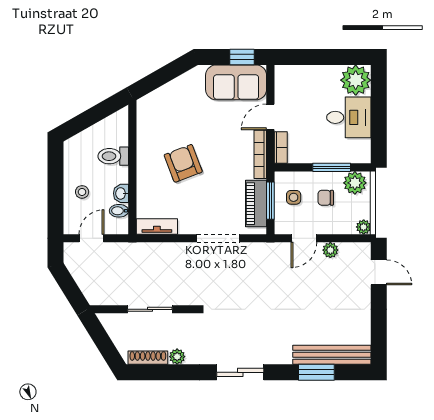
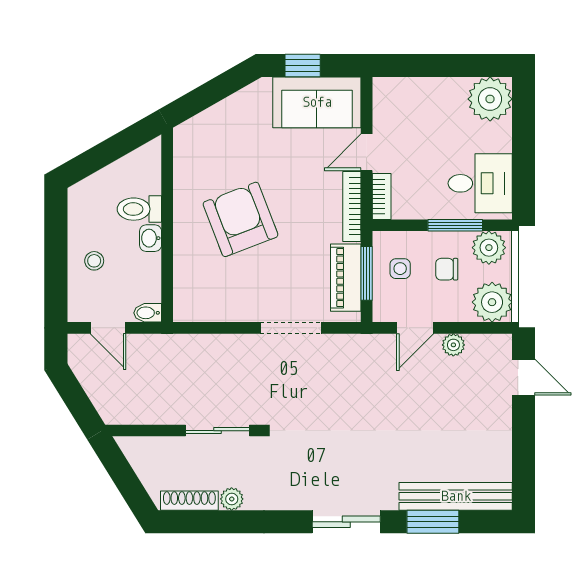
window: (242, 57) -> (303, 66), moved
desk: (349, 117) -> (480, 183), moved
armchair: (183, 163) -> (241, 219), width x1.36, depth x1.36
washbasin: (121, 193) -> (151, 238), moved
bidet: (119, 211) -> (148, 313), moved
tv unit: (157, 227) -> (202, 311), removed
plant: (364, 227) -> (492, 302), width x1.87, depth x1.87
door: (92, 238) -> (108, 328), swing flipped
sliding door: (150, 309) -> (217, 431), moved
sliding door: (240, 372) -> (346, 522), moved

